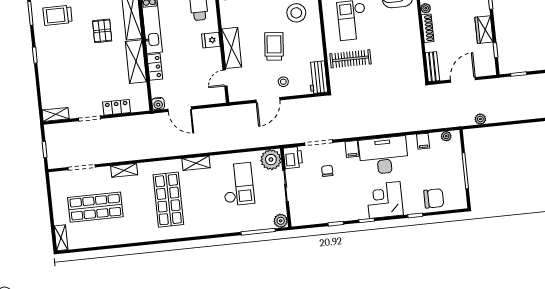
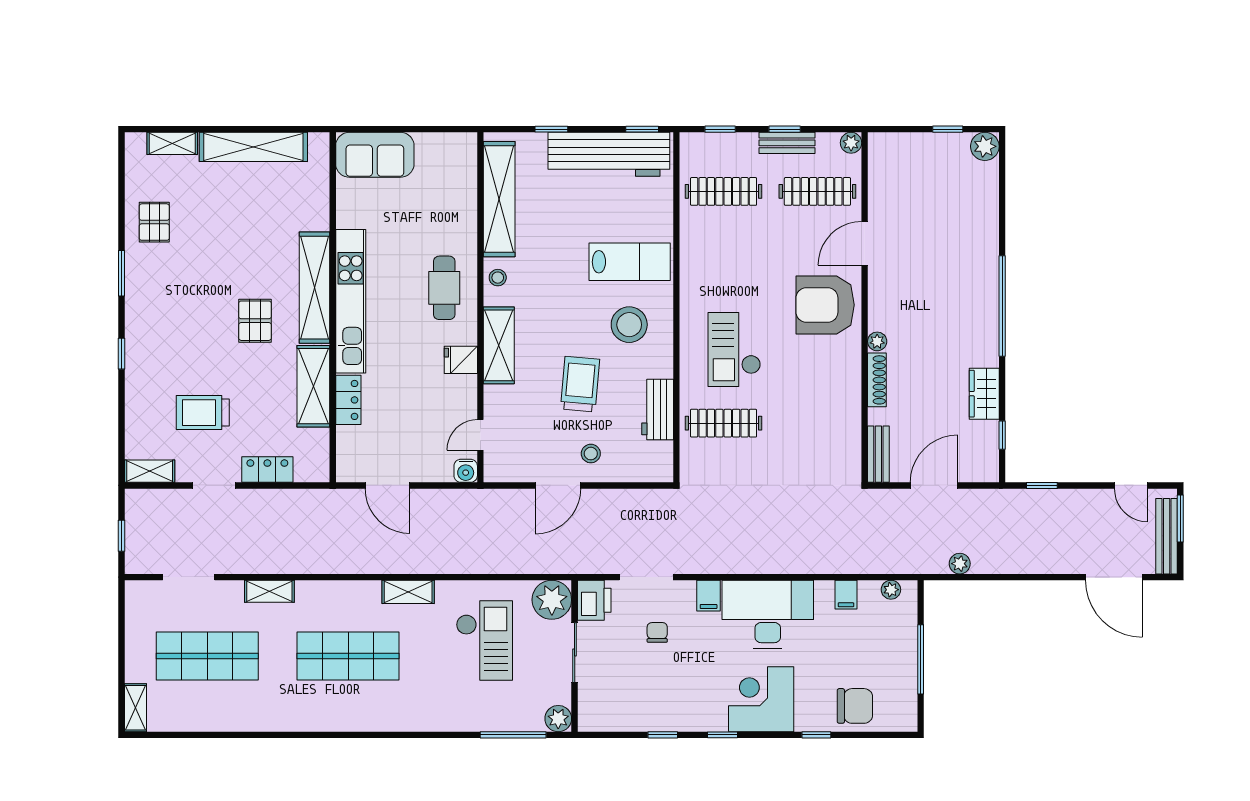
trolley: (58, 15) -> (203, 413), moved
shelving: (232, 48) -> (499, 345), moved
workbench: (318, 77) -> (658, 409), moved
water cooler: (158, 104) -> (466, 471), moved
shop shelf: (168, 200) -> (348, 656), turned 90

